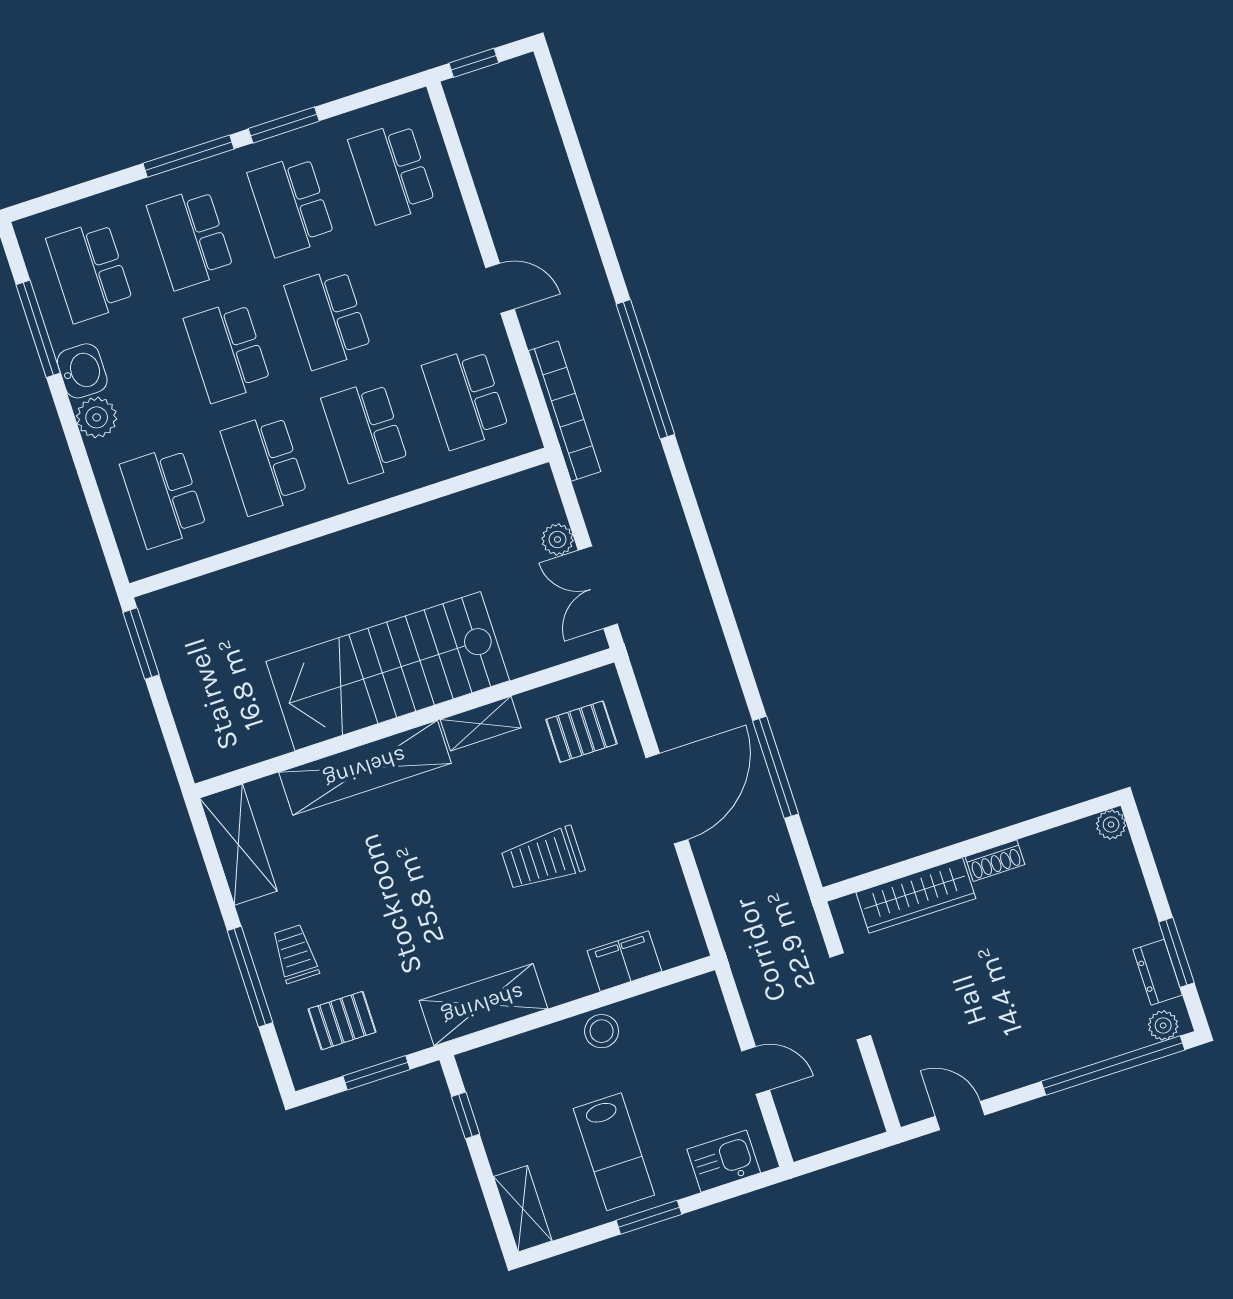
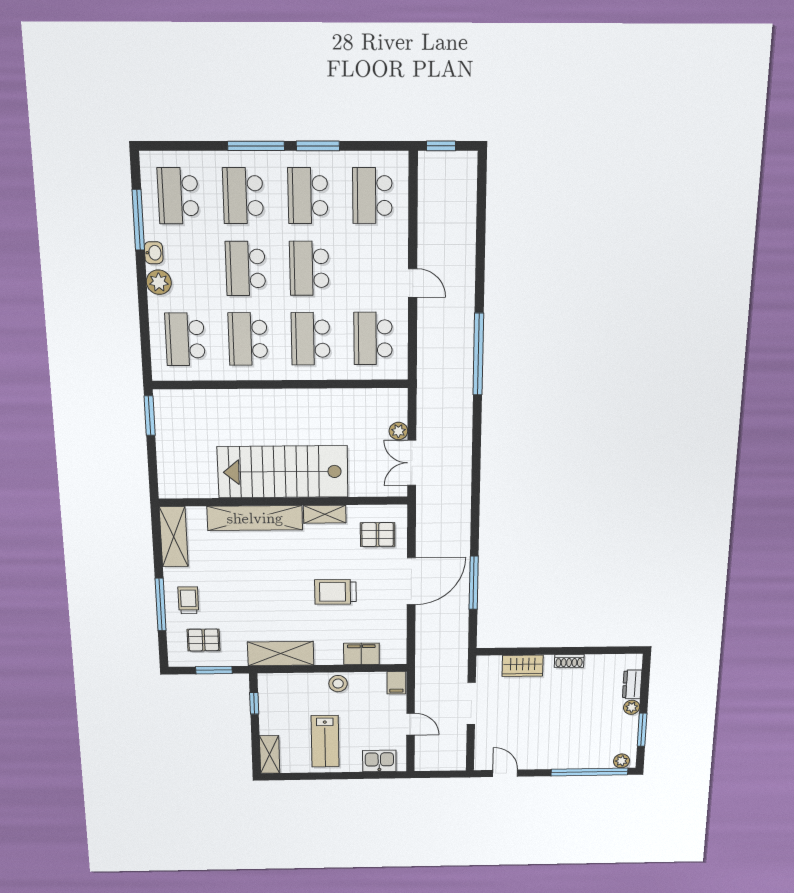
washbasin: (82, 371) -> (154, 253), width x0.72, depth x0.69
bookcase: (565, 411) -> (426, 363), removed
plant: (1111, 825) -> (632, 707), moved
wardrobe: (916, 895) -> (523, 666), width x0.67
dresser: (1158, 972) -> (632, 684), moved
filing cabinet: (704, 998) -> (396, 683), added
window: (649, 1217) -> (333, 776), removed

